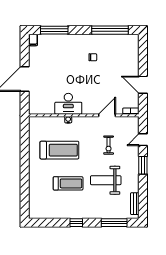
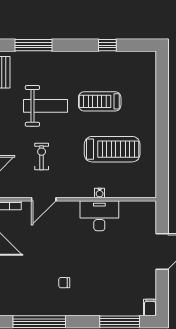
treadmill: (59, 150) -> (112, 149), turned 180
window: (76, 223) -> (107, 45), moved

